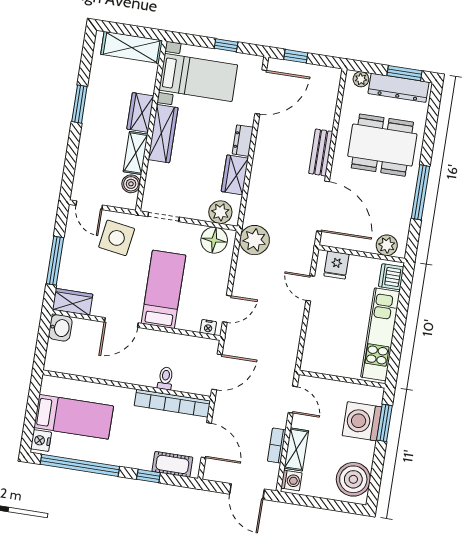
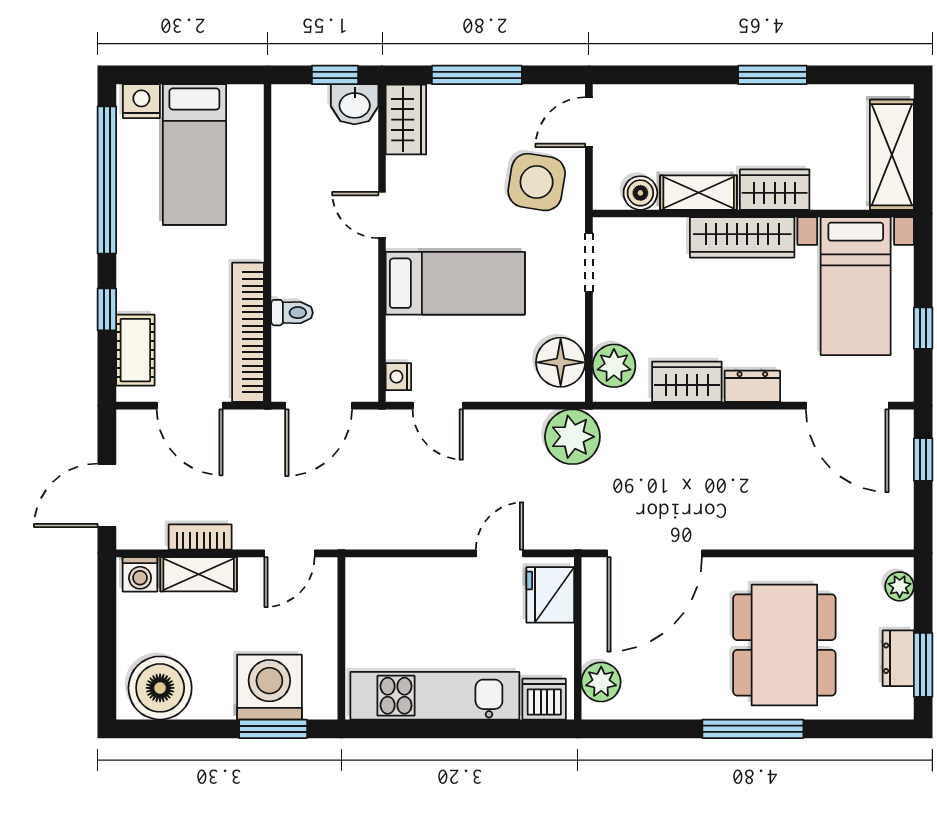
dresser: (399, 88) -> (898, 658), width x0.51, depth x0.80
bench: (321, 152) -> (753, 533), removed
window: (420, 192) -> (753, 729), moved
fridge: (336, 265) -> (550, 595), width x1.38
door: (121, 323) -> (382, 215), width x0.73
window: (43, 336) -> (335, 75), added
door: (217, 372) -> (319, 406), hinge flipped
door: (206, 440) -> (190, 406), hinge flipped

